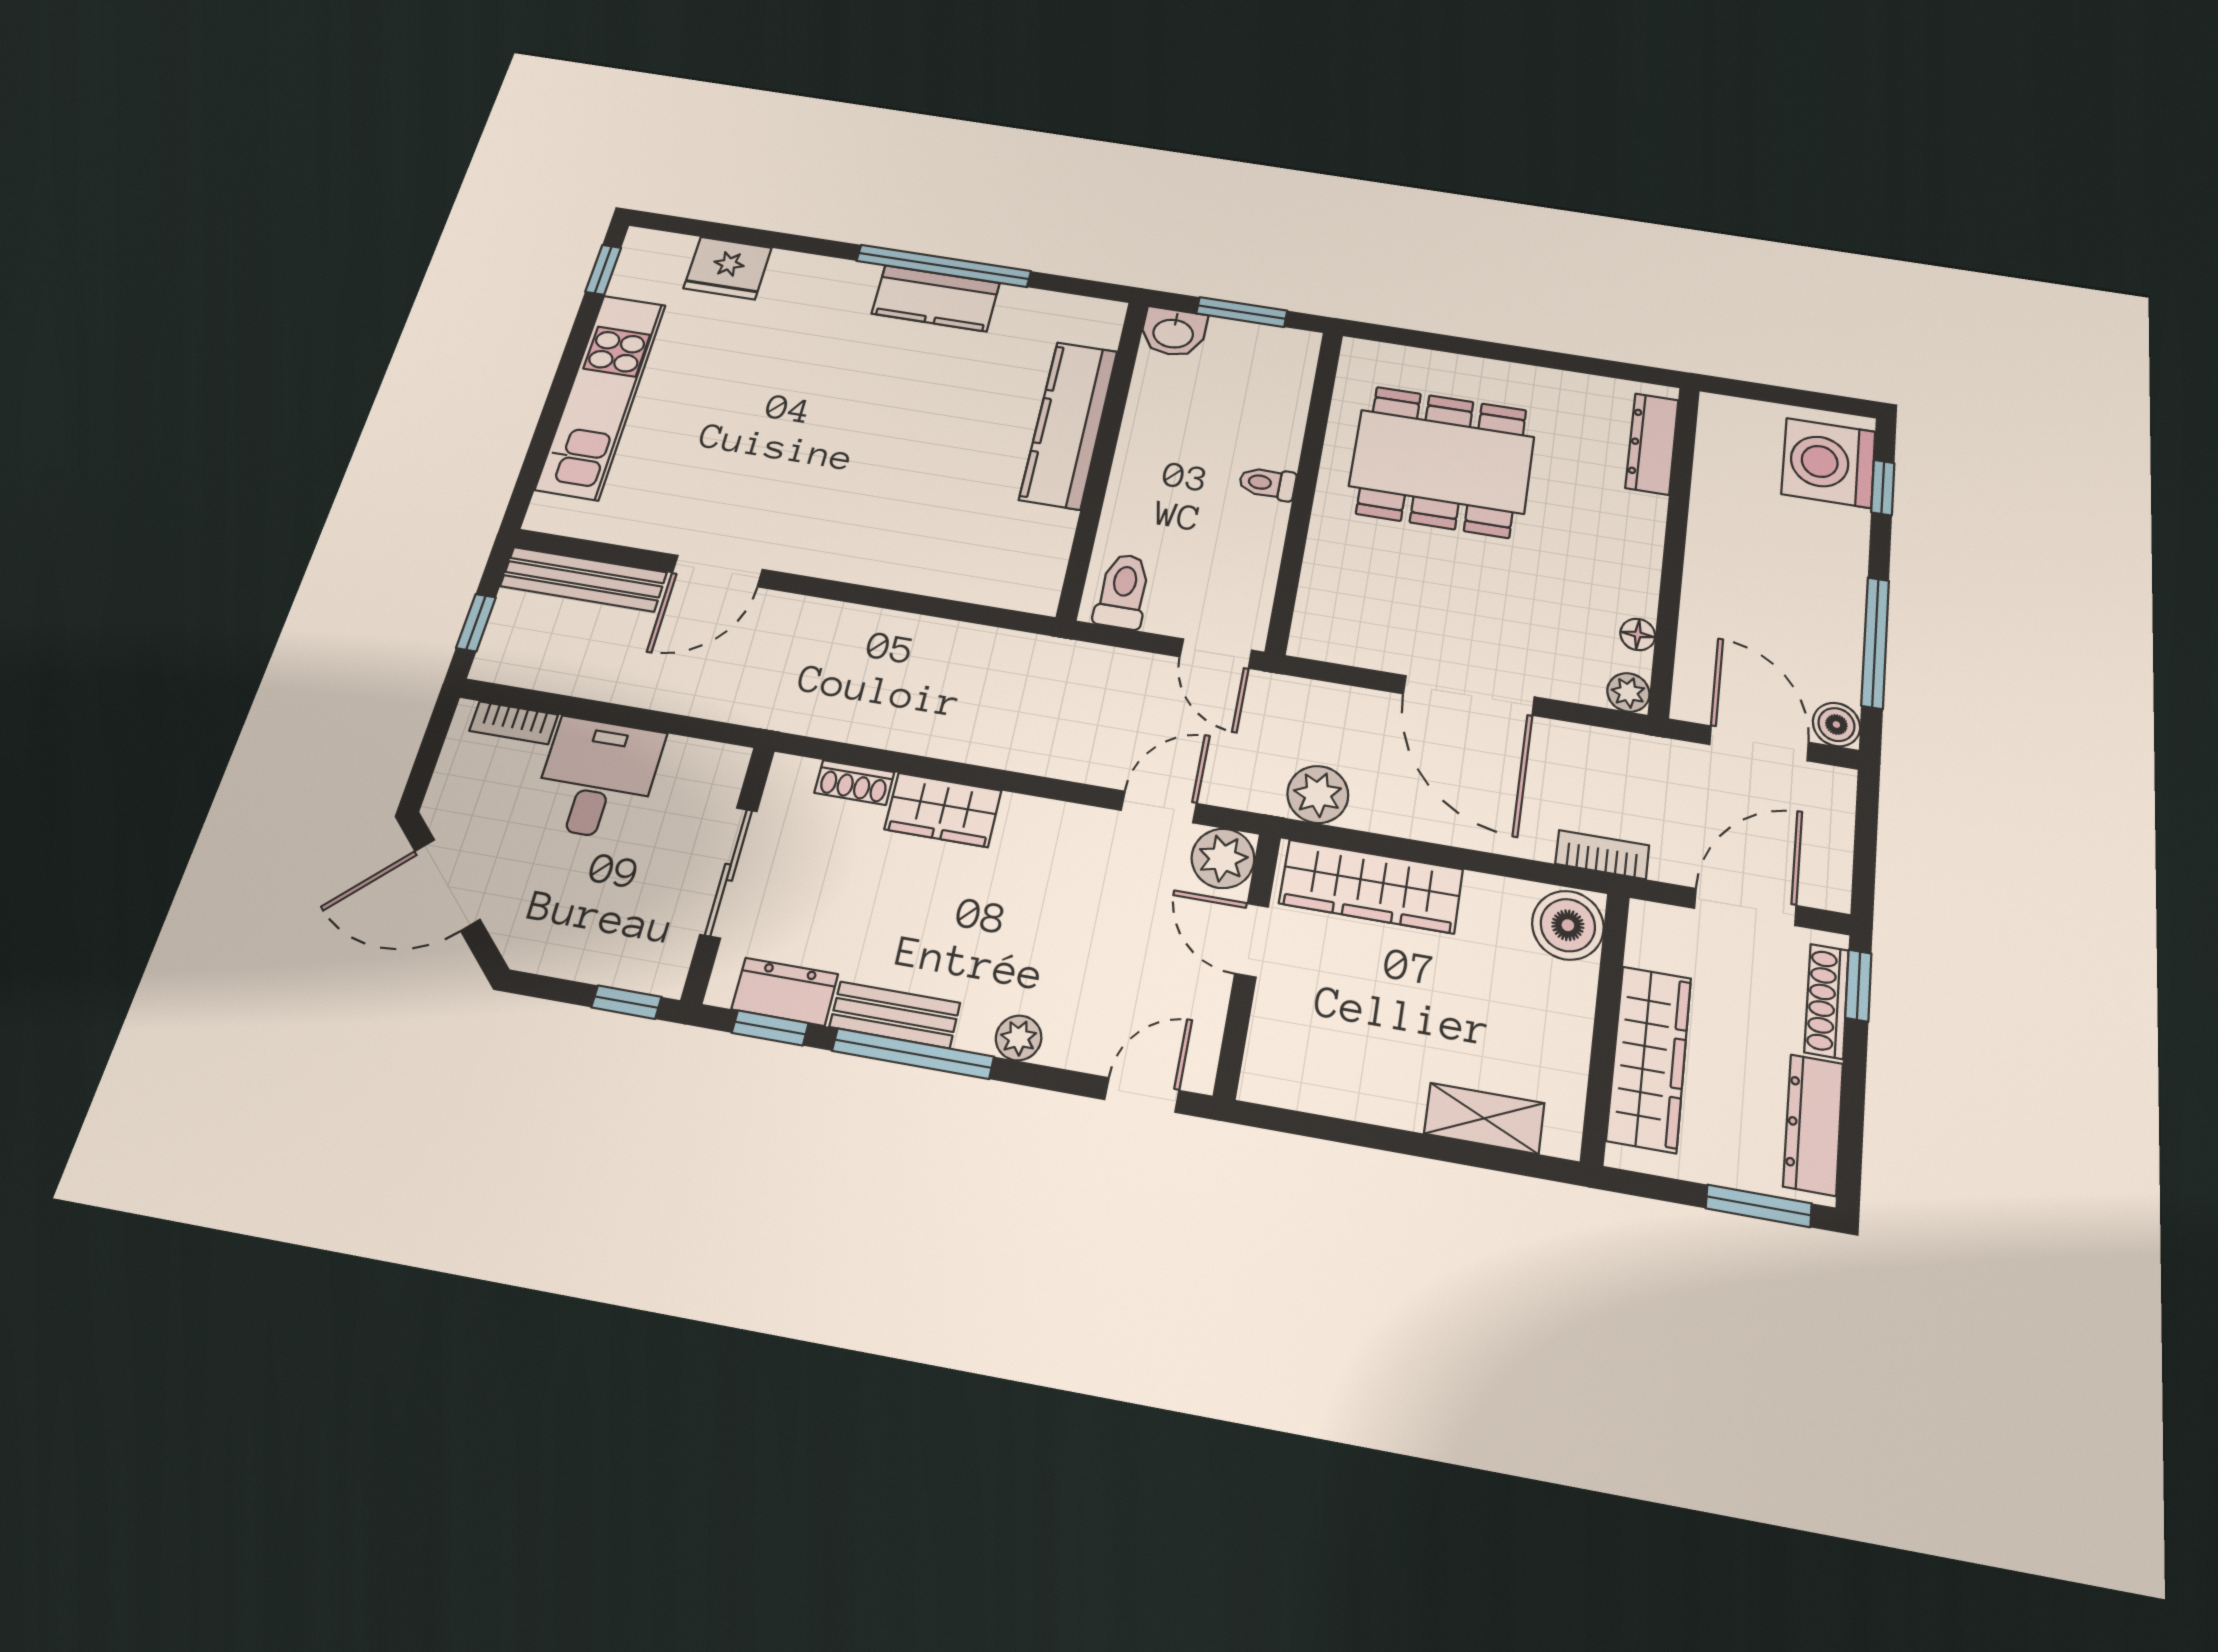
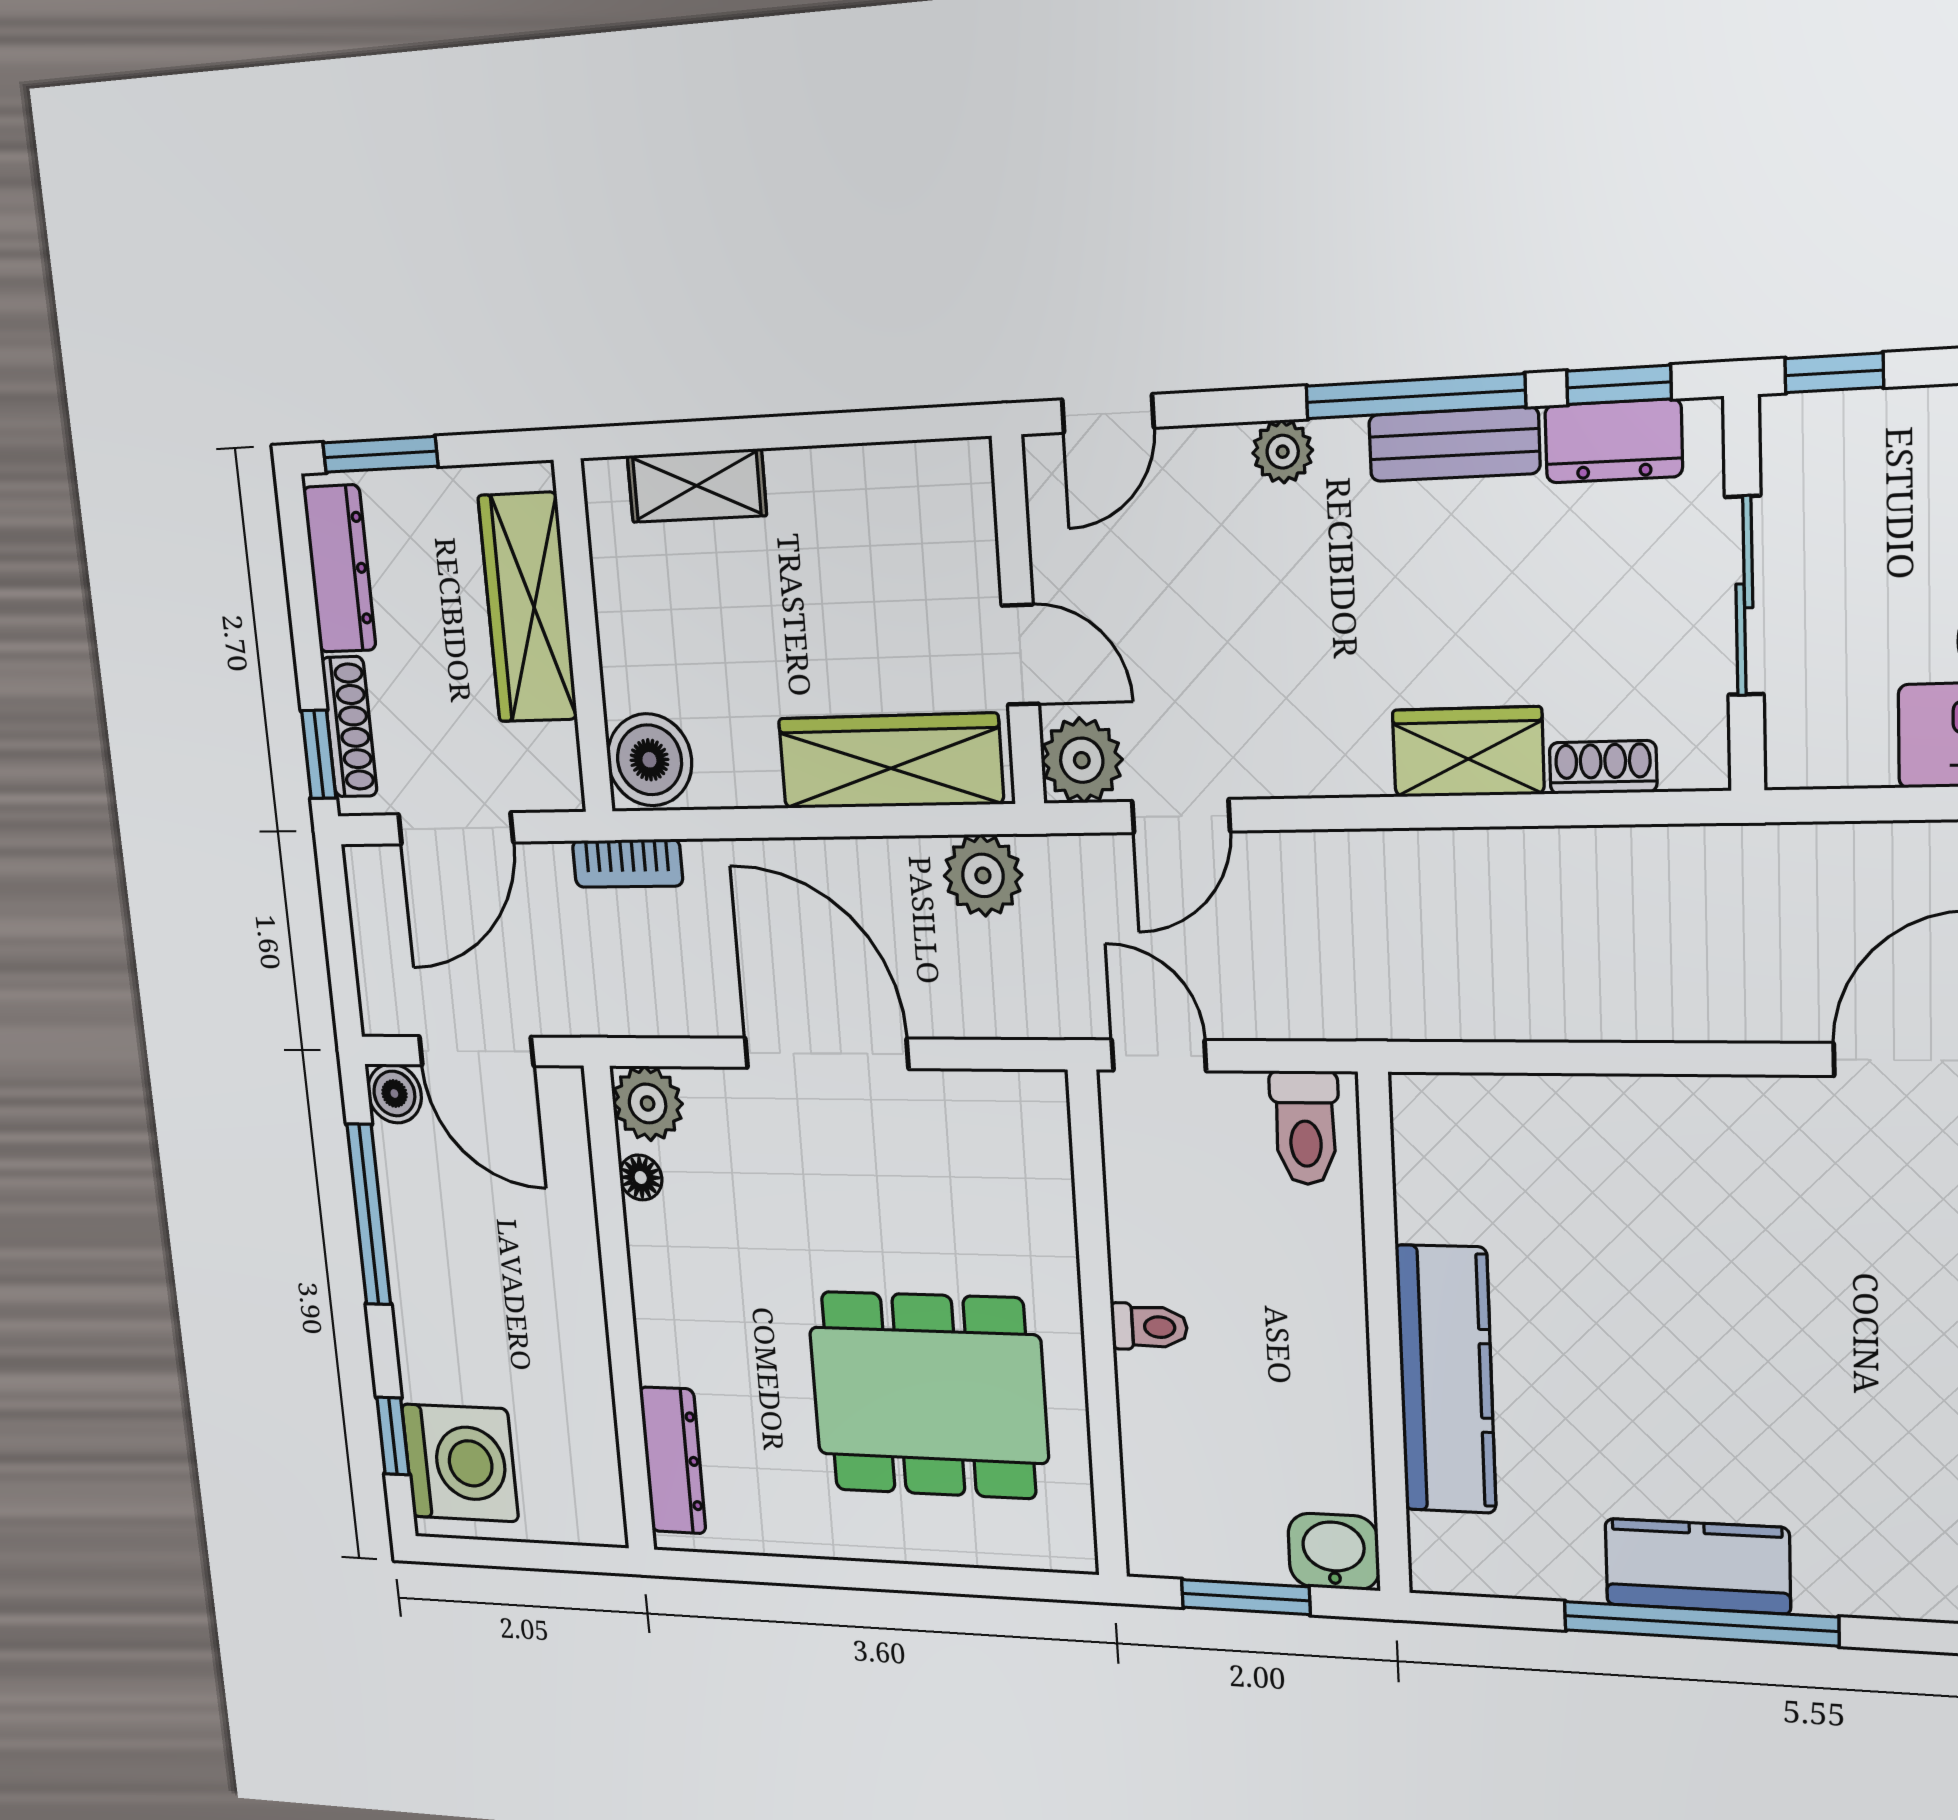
plant: (1628, 692) -> (648, 1103), width x1.38, depth x1.38

